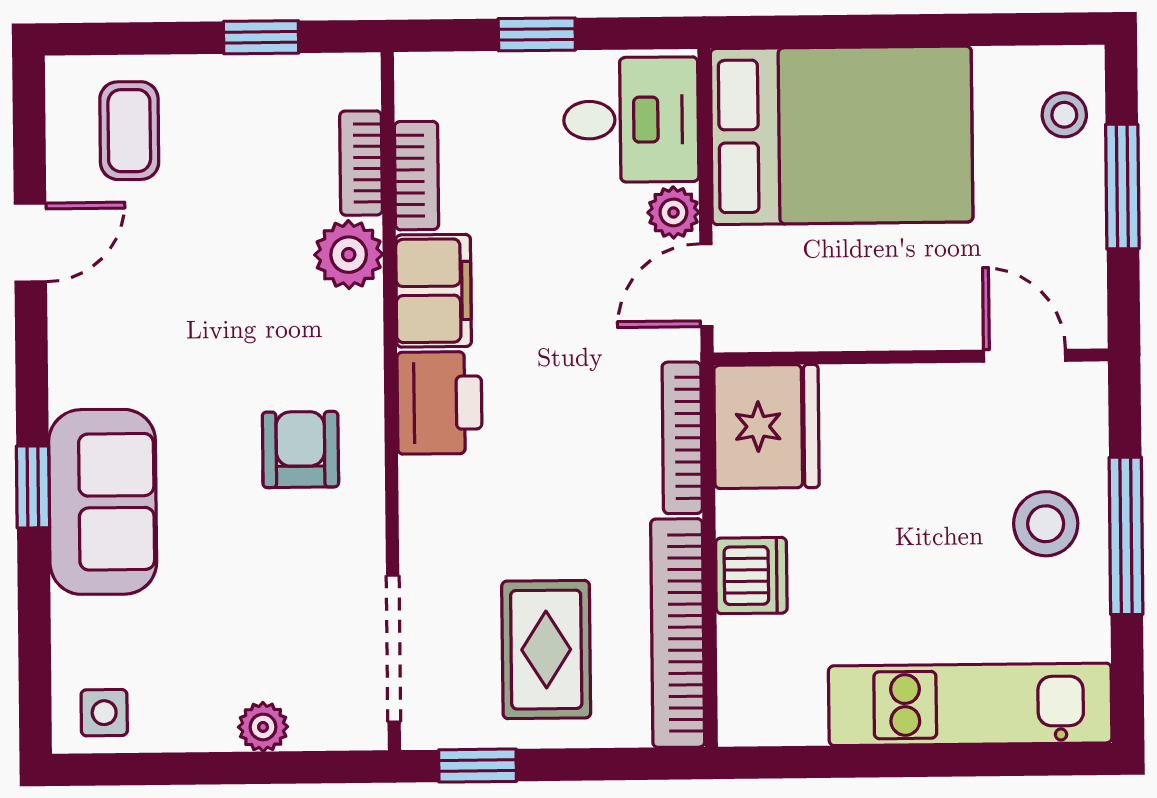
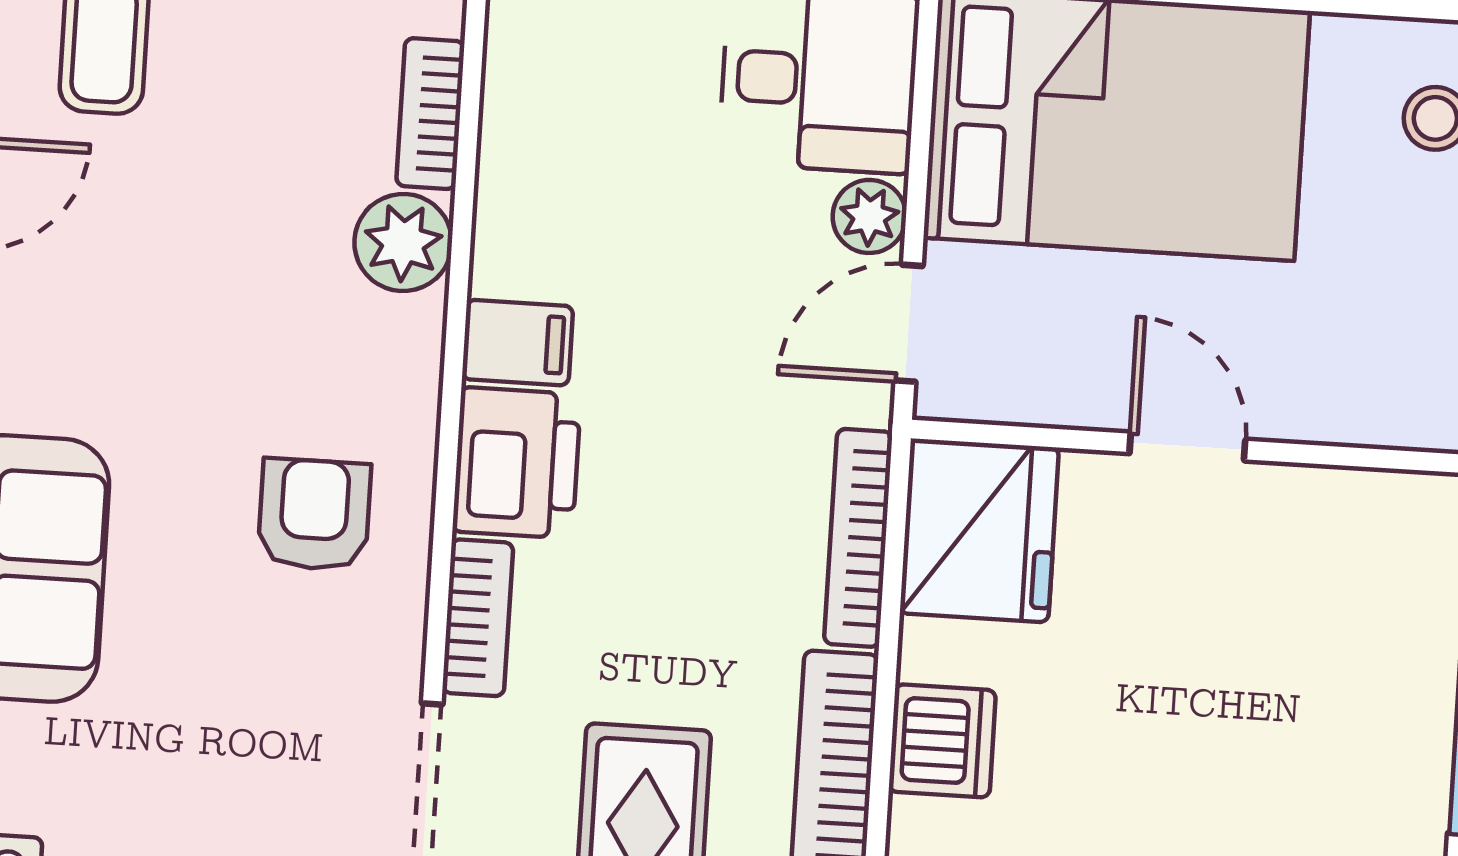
bookcase: (417, 176) -> (478, 618), moved
filing cabinet: (434, 291) -> (518, 343), width x0.50
door: (1025, 356) -> (1187, 446), moved
stool: (1046, 524) -> (1366, 698), removed

